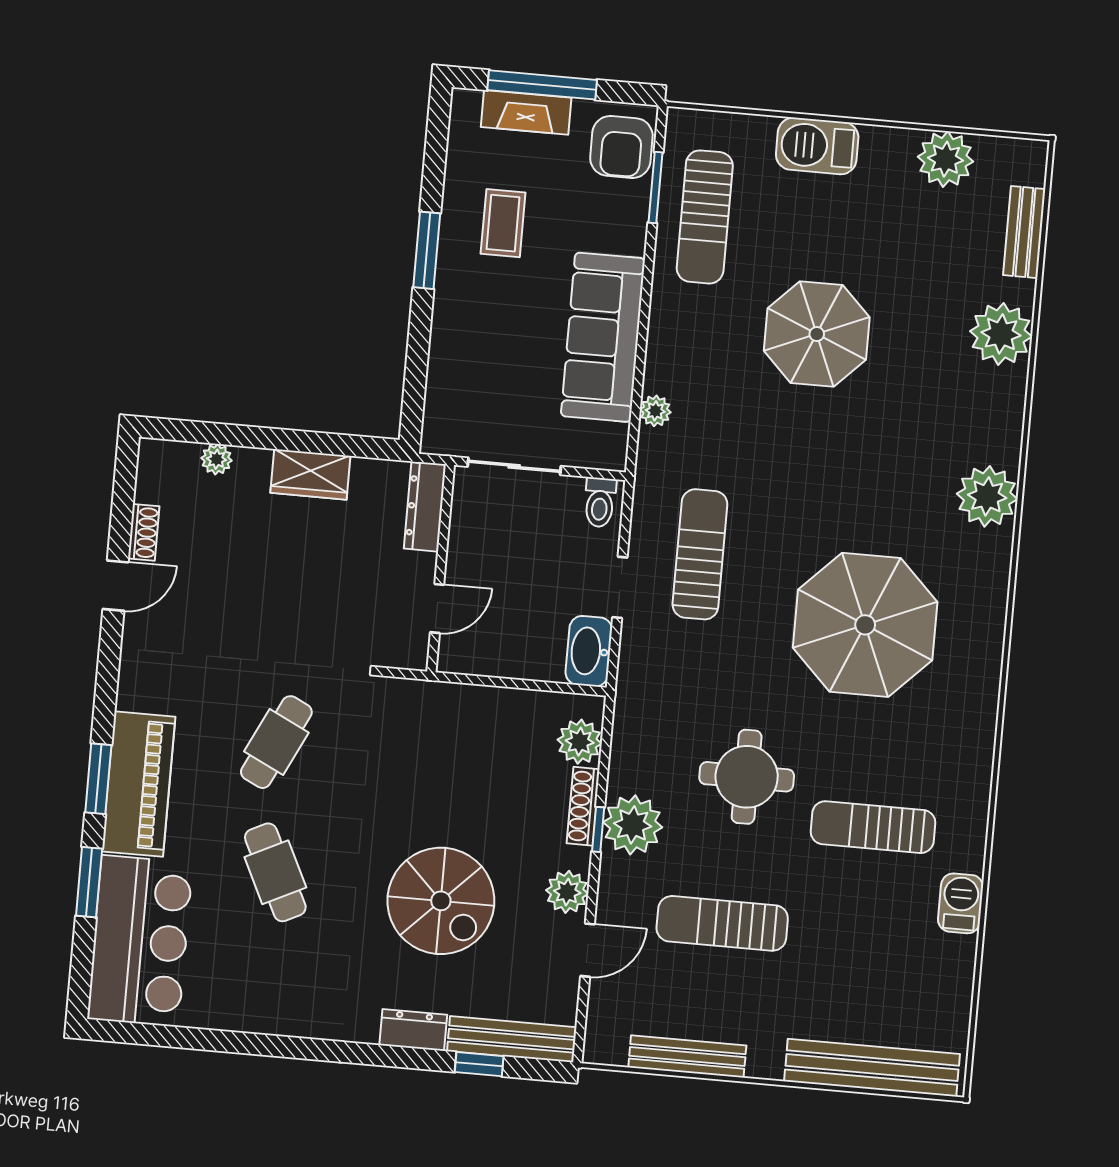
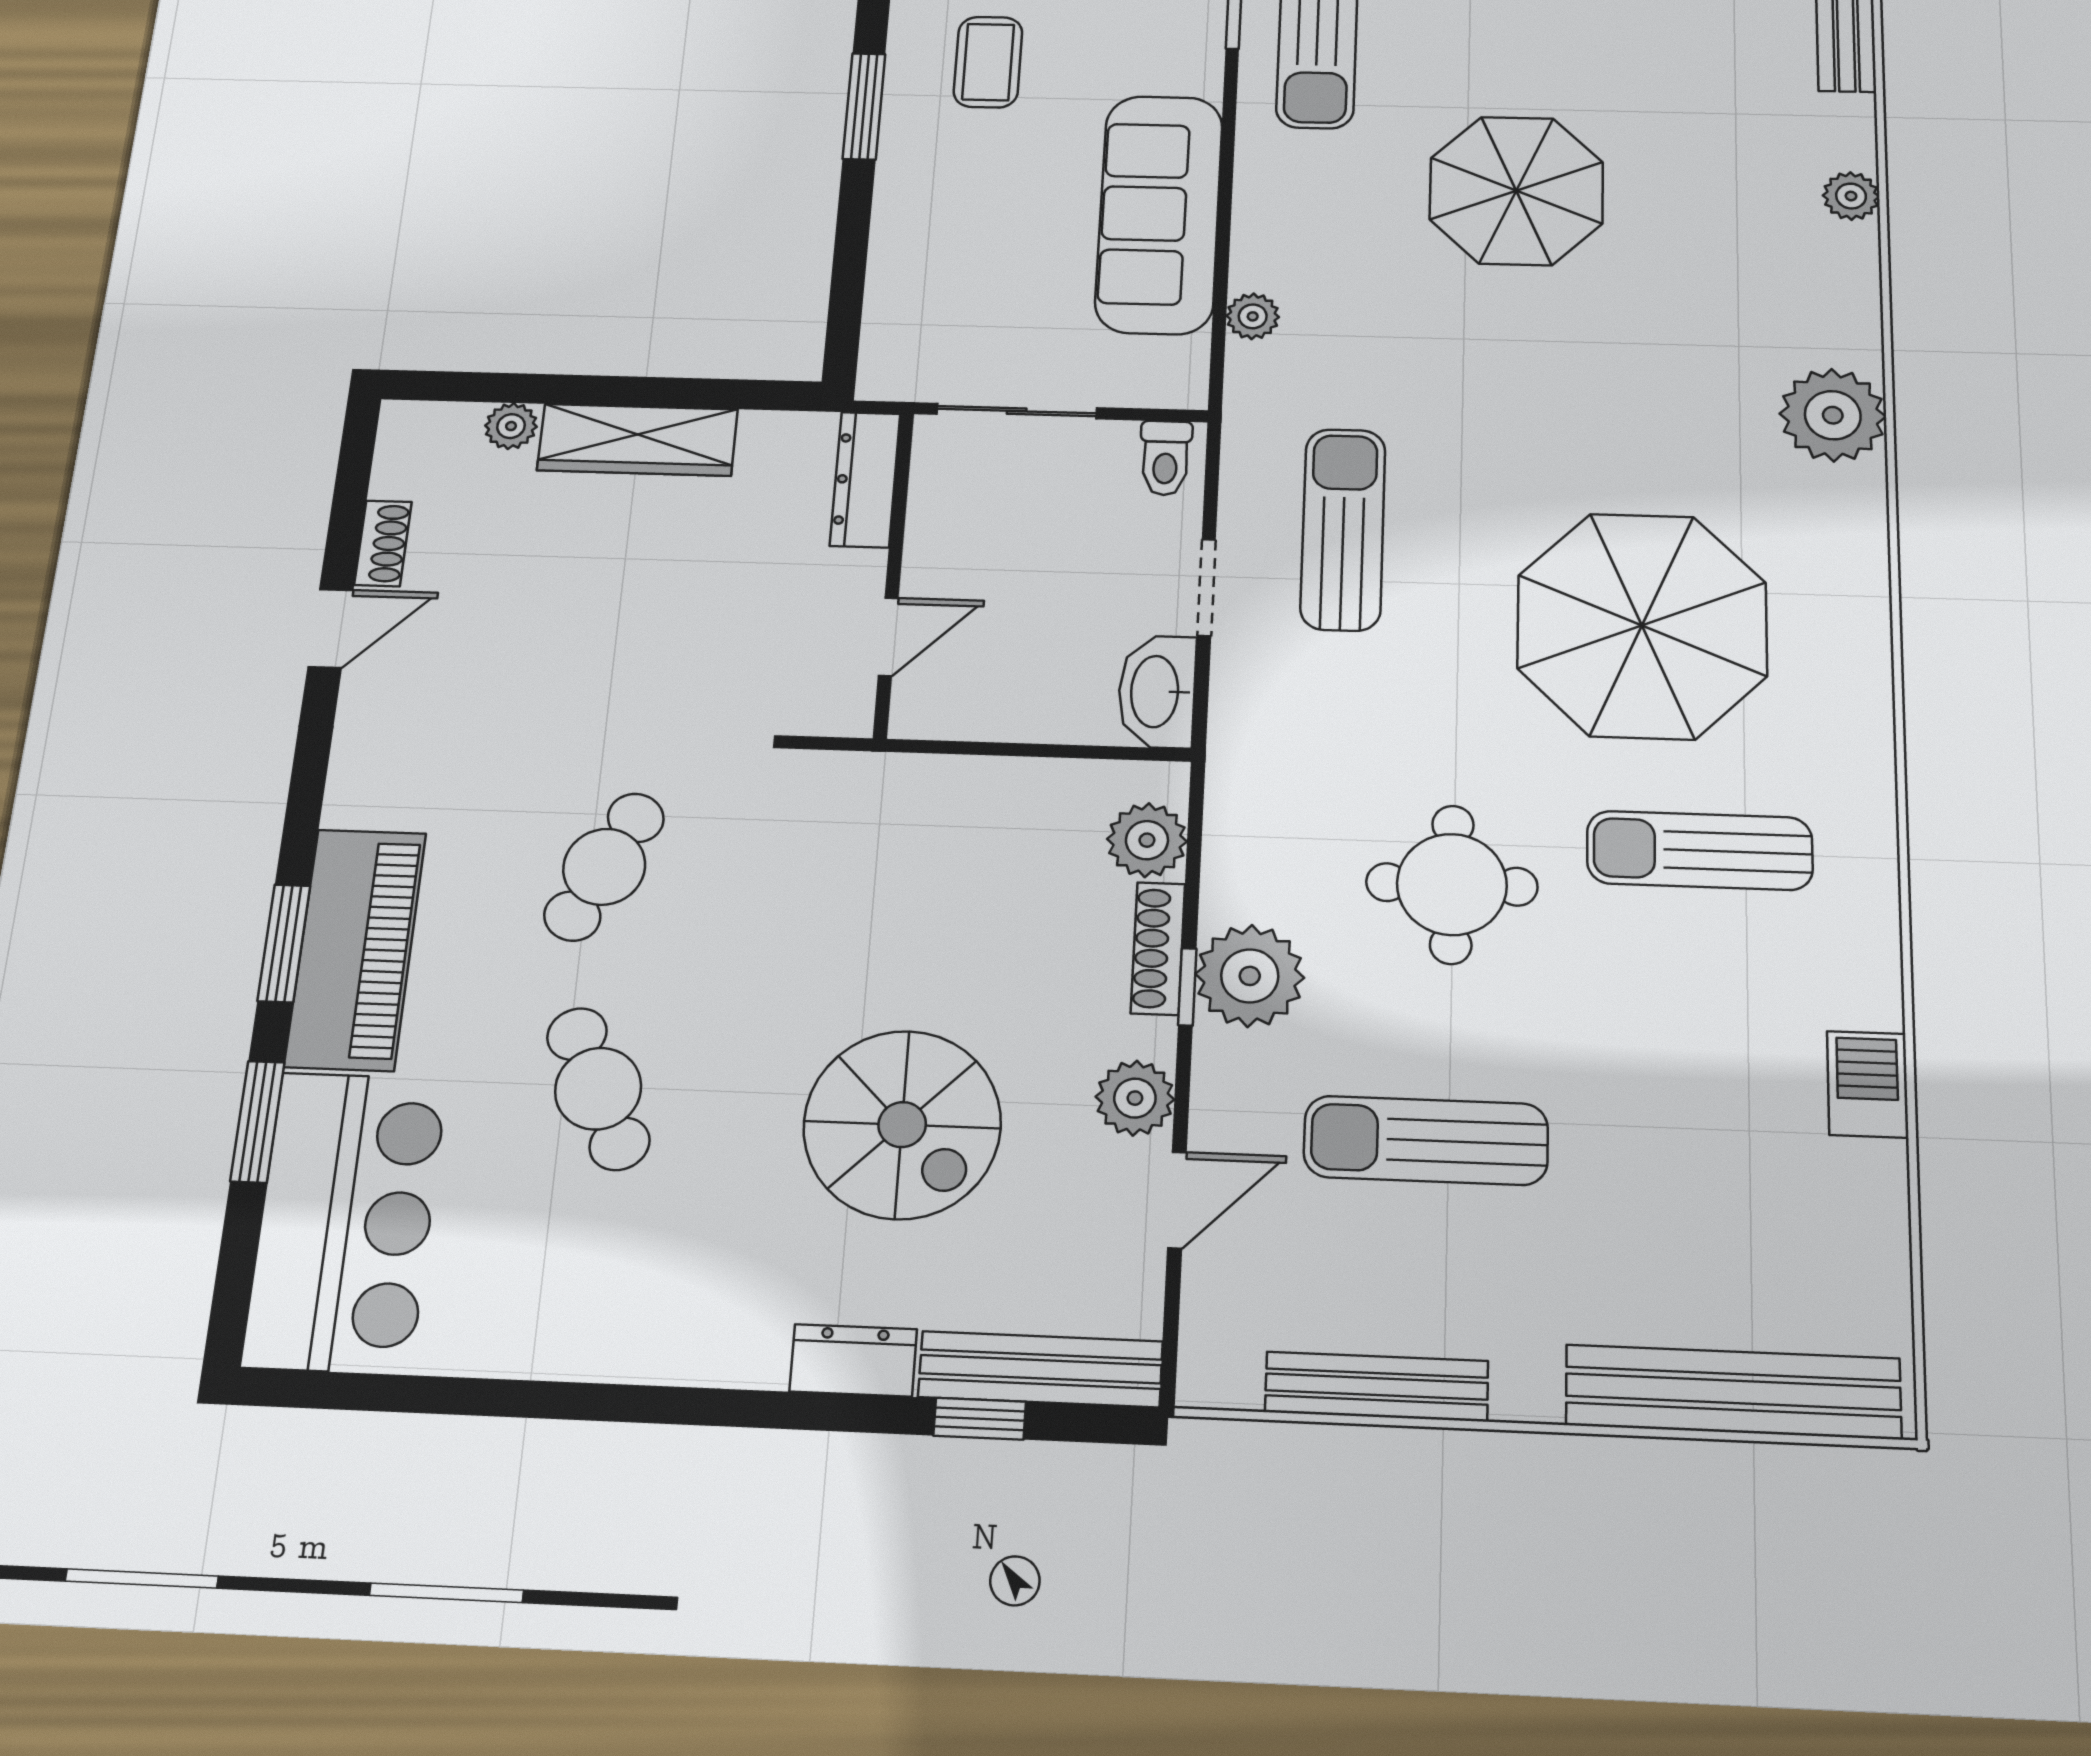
plant: (1001, 334) -> (1851, 196), width x0.53, depth x0.53
wardrobe: (310, 474) -> (637, 440), width x1.50
sun lounger: (873, 827) -> (1700, 850), moved

